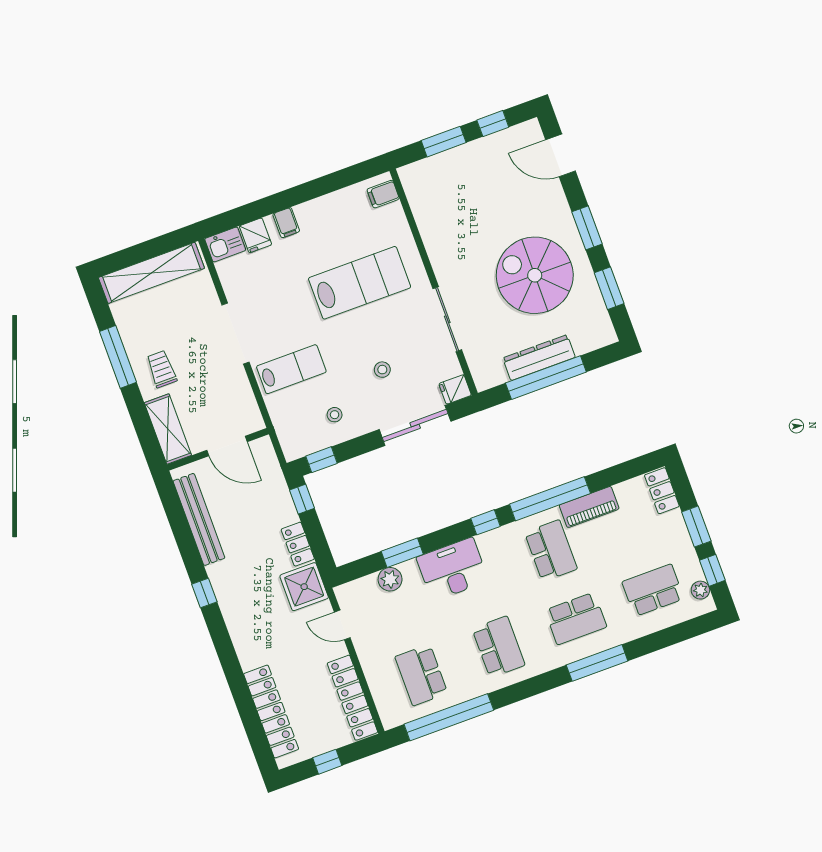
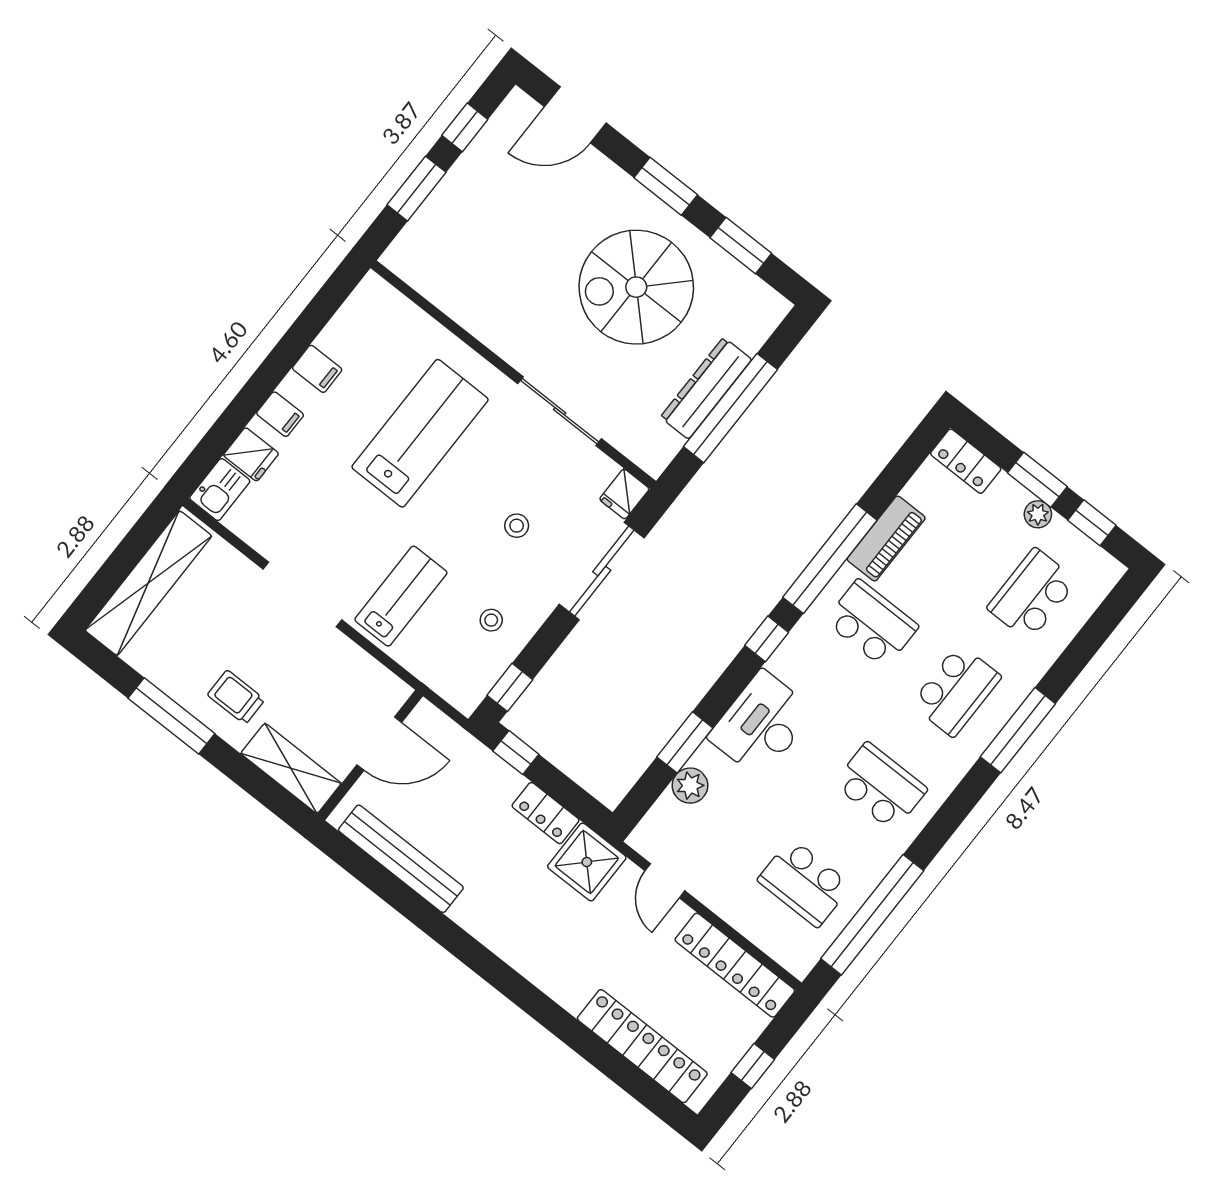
filing cabinet: (383, 194) -> (317, 369), moved, turned -90
plant: (700, 590) -> (1038, 514), moved
window: (204, 593) -> (465, 948), removed
door: (342, 625) -> (665, 881), hinge flipped

